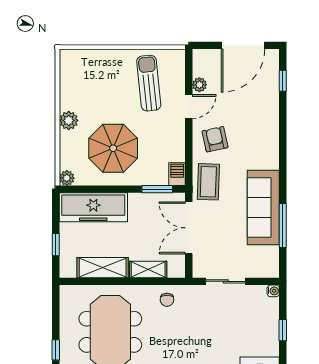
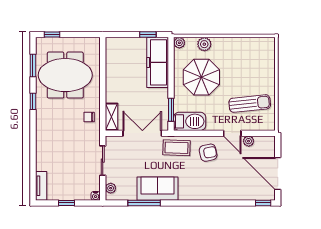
window: (283, 81) -> (263, 203), moved
plant: (69, 120) -> (204, 44), moved
barbecue: (177, 174) -> (190, 121), width x1.88, depth x1.53
sofa: (263, 207) -> (157, 189), width x0.73
window: (56, 245) -> (148, 35), moved
shelving: (103, 268) -> (113, 69), removed
shelving: (148, 269) -> (112, 117), moved
plant: (263, 271) -> (111, 188), added

